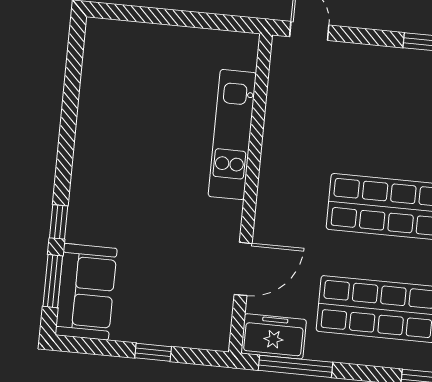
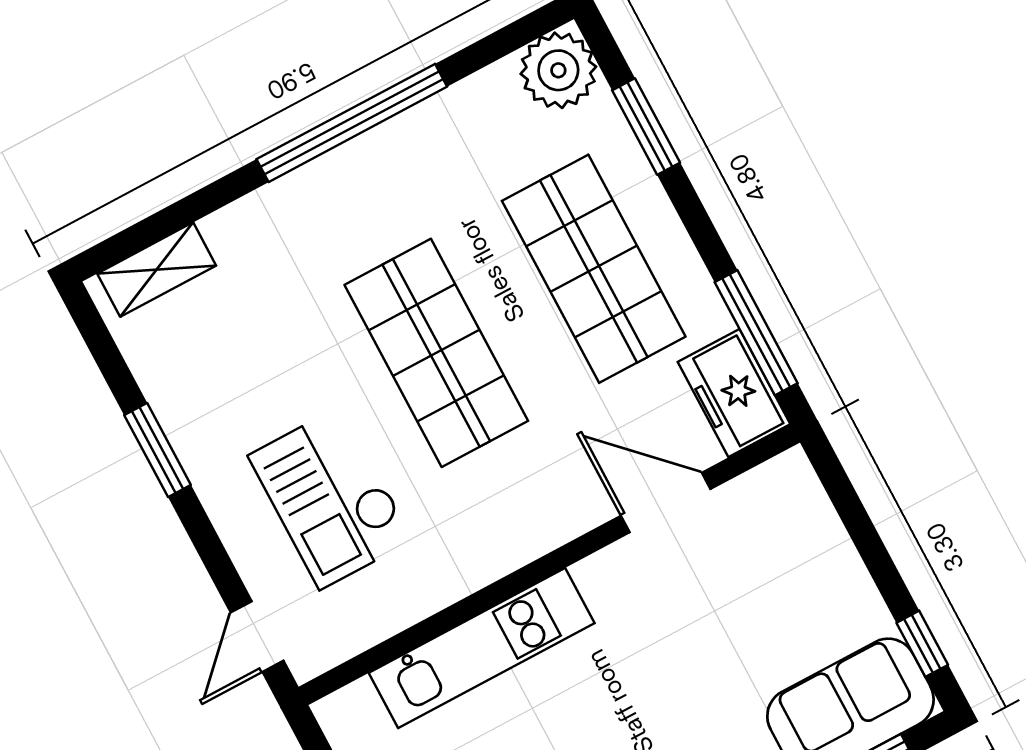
checkout: (352, 110) -> (331, 498), added
window: (153, 352) -> (922, 644), moved

